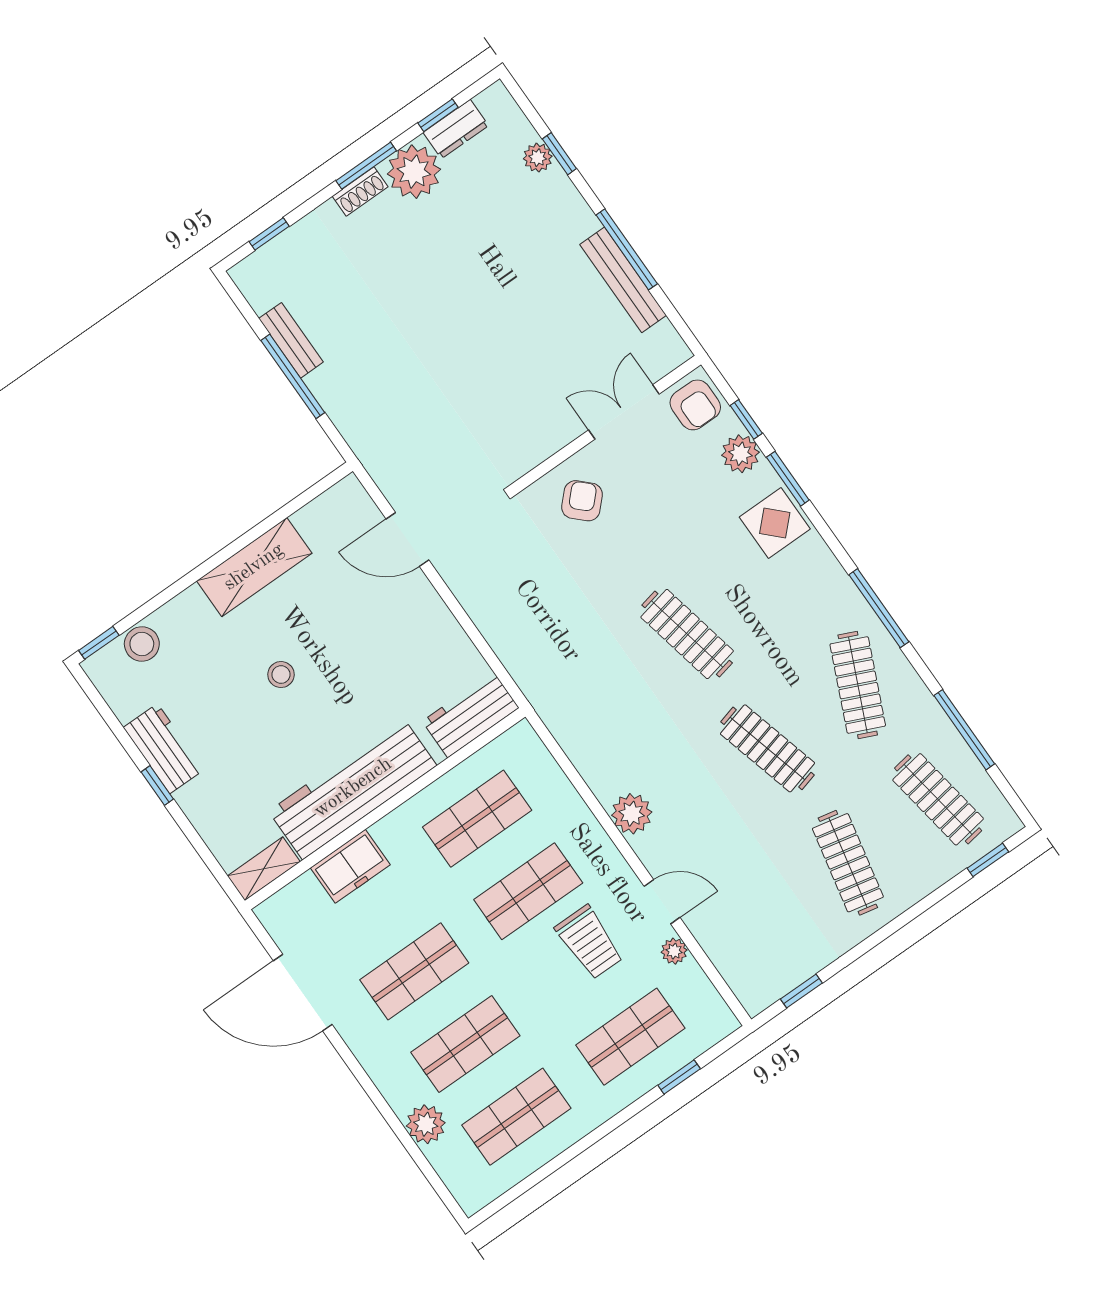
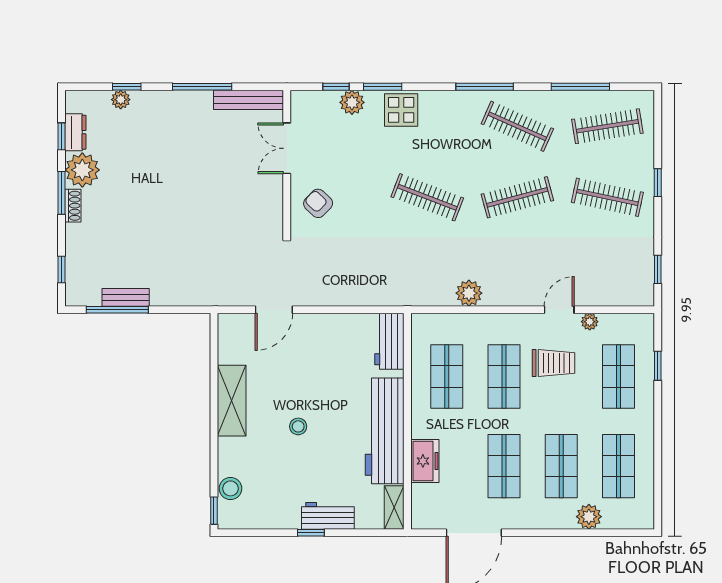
bench: (623, 280) -> (249, 100), moved
window: (293, 376) -> (117, 310), moved
armchair: (695, 405) -> (309, 108), removed
clothes rail: (687, 634) -> (427, 197), turned 33
workbench: (164, 749) -> (328, 516), moved
plant: (632, 814) -> (469, 293), moved
window: (988, 860) -> (658, 183), moved

